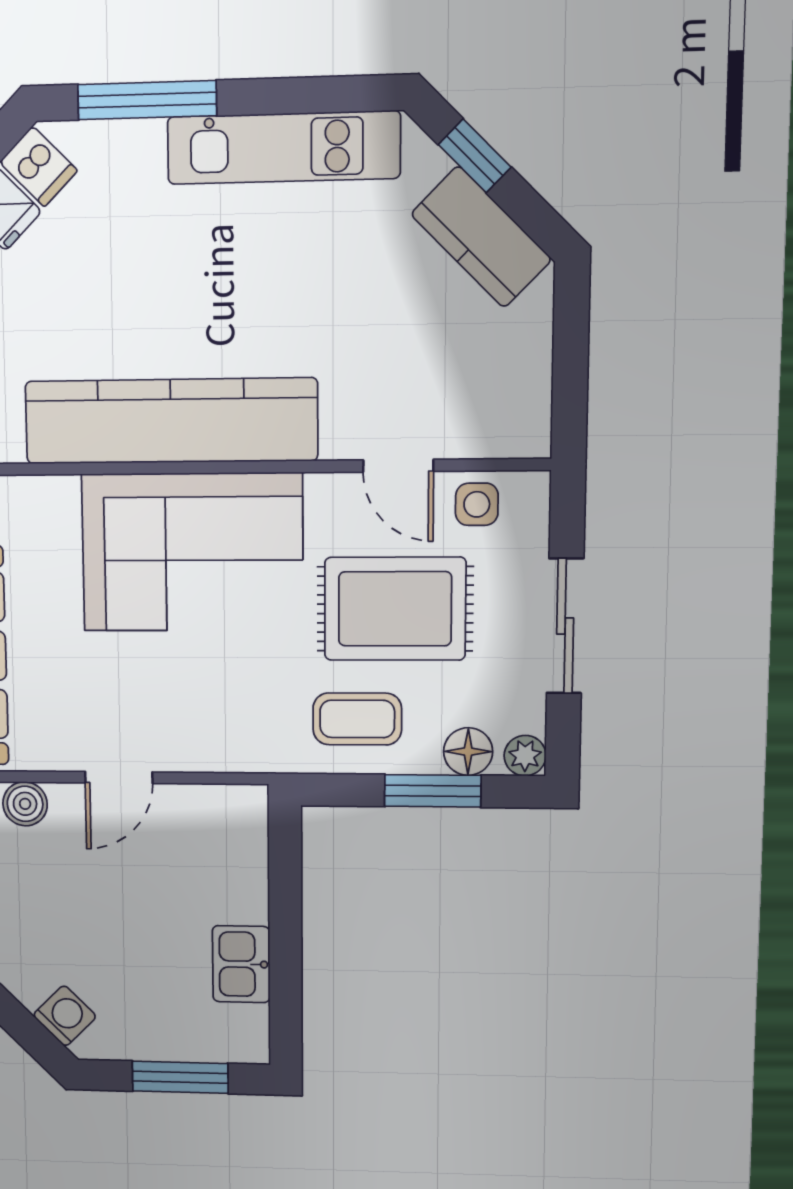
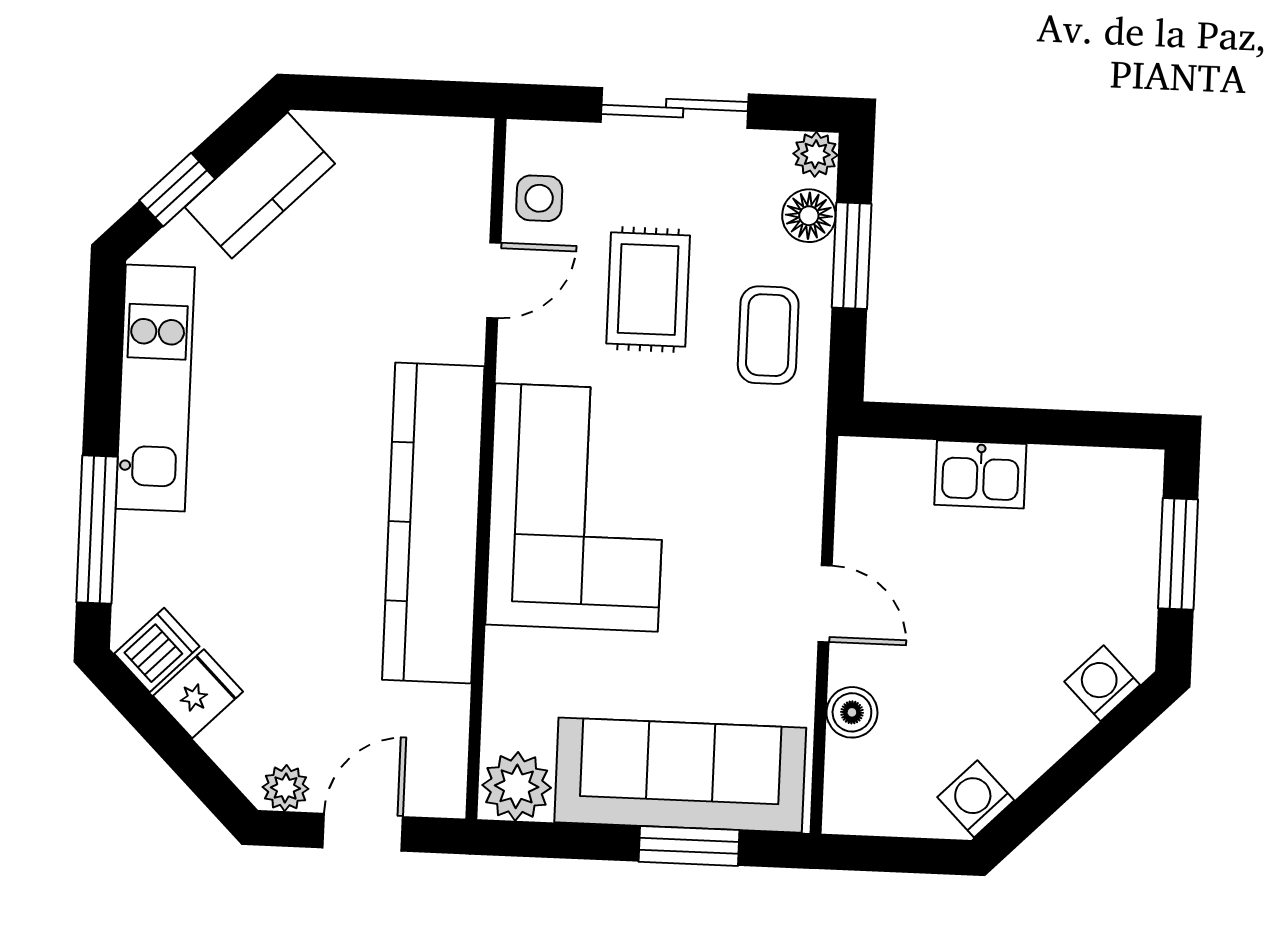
rug: (395, 609) -> (648, 290), width x0.73, depth x0.70
kitchen sink: (241, 964) -> (980, 474), moved

